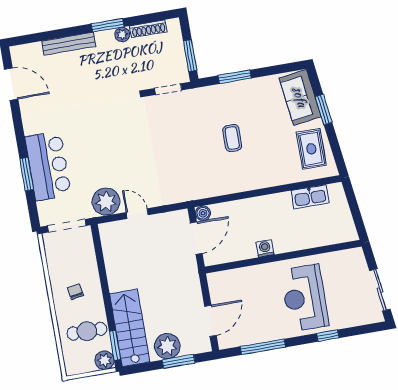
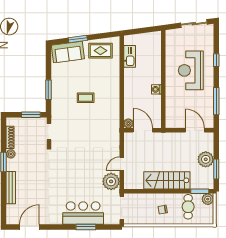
reception desk: (305, 298) -> (191, 70), turned 90
stairs: (130, 328) -> (167, 180), moved
window: (179, 361) -> (216, 169), moved

